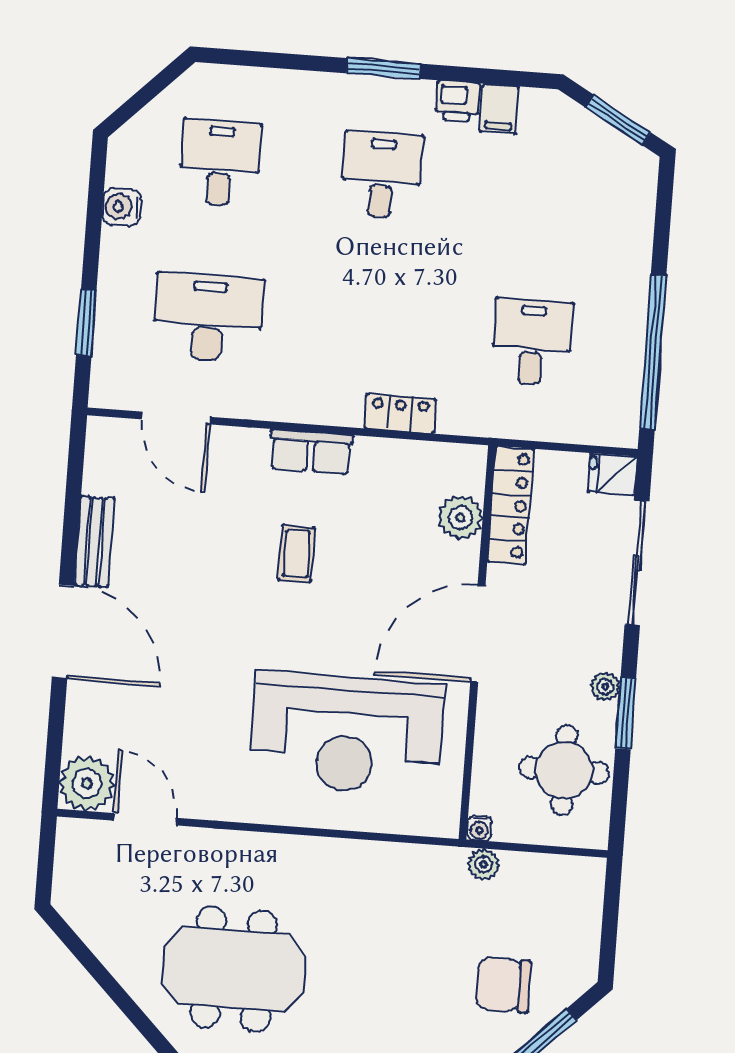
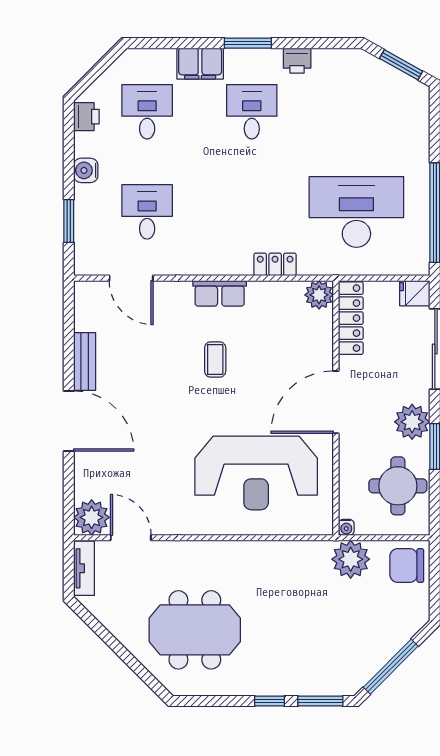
filing cabinet: (500, 109) -> (200, 64), moved, width x2.00
printer: (126, 163) -> (86, 117), added
water cooler: (121, 207) -> (86, 170), moved
desk: (208, 318) -> (147, 212), width x0.73
desk: (532, 342) -> (356, 212), width x1.87, depth x1.30
plant: (461, 518) -> (319, 295), moved
plant: (605, 686) -> (412, 422), width x1.87, depth x1.87
tv unit: (69, 861) -> (84, 568), added
plant: (484, 864) -> (351, 559), width x1.87, depth x1.87
chair: (503, 985) -> (407, 565), moved

